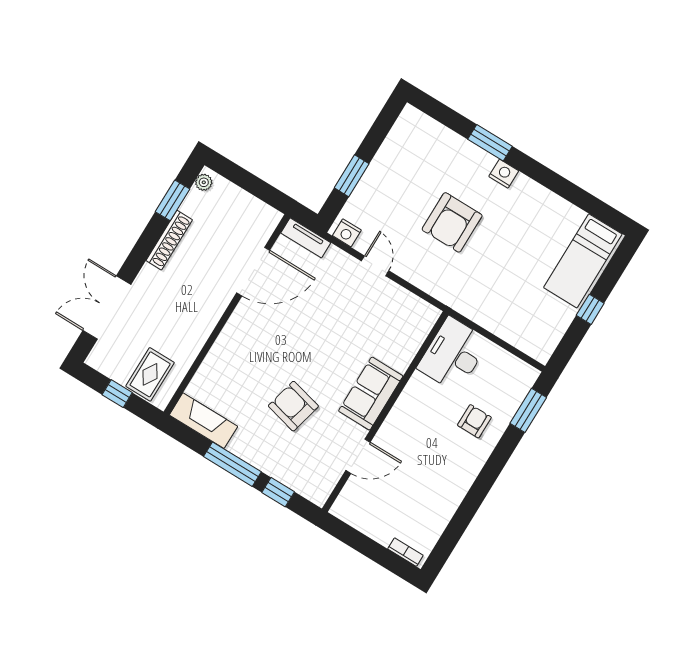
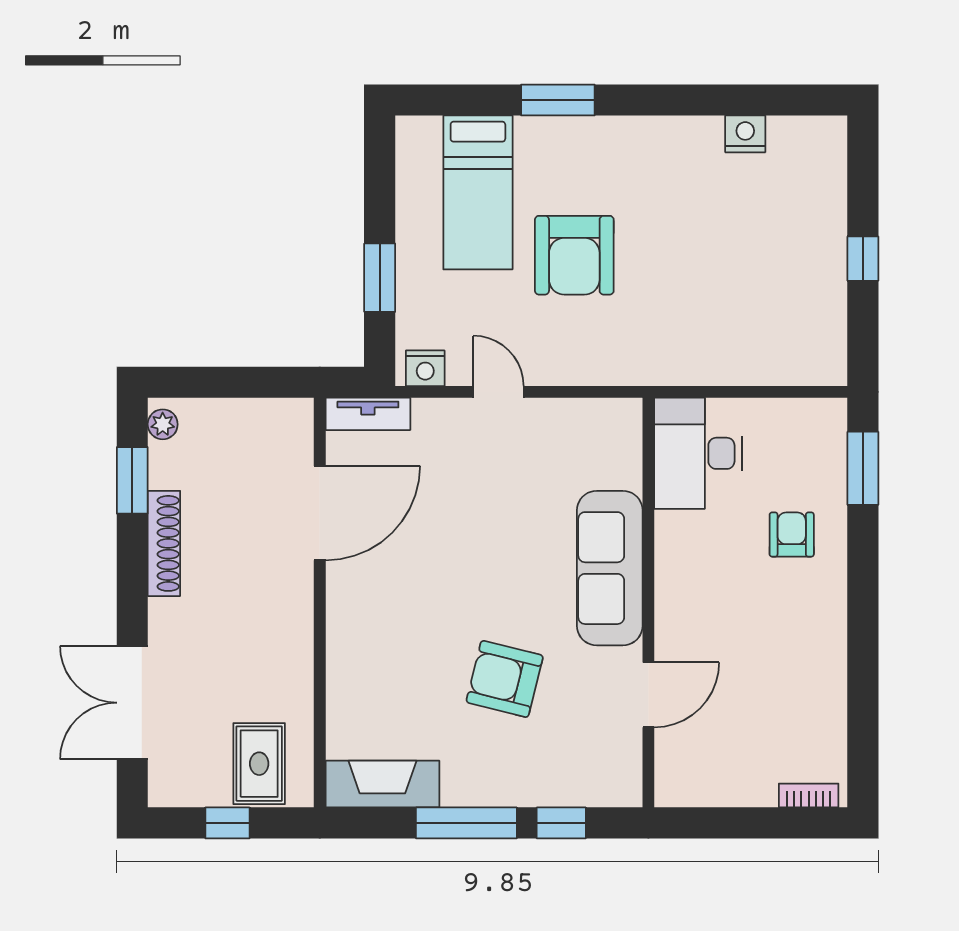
nightstand: (504, 174) -> (745, 134), moved
bed: (583, 261) -> (478, 192), moved
sofa: (371, 394) -> (610, 568), width x1.36

